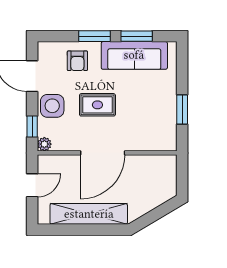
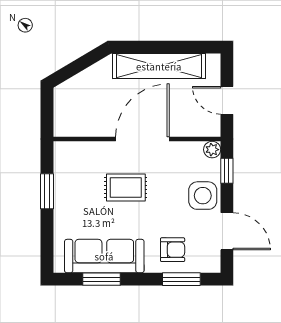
window: (95, 36) -> (181, 279), moved
armchair: (77, 61) -> (173, 250), turned 90
rug: (97, 105) -> (126, 187), moved
door: (32, 185) -> (227, 100), hinge flipped

